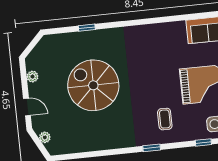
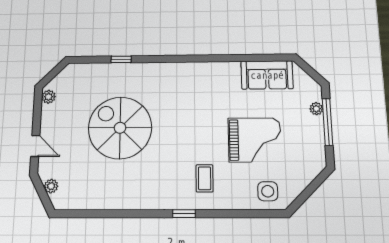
plant: (32, 77) -> (49, 97), moved
window: (203, 142) -> (252, 214), removed

